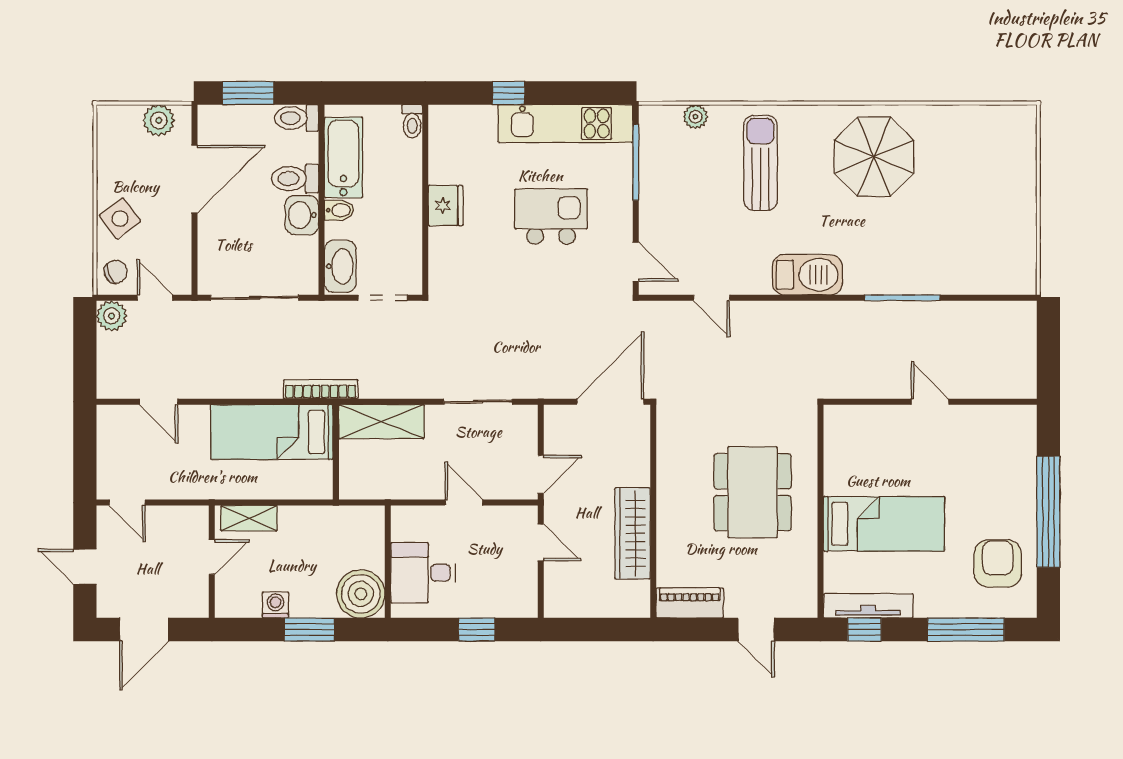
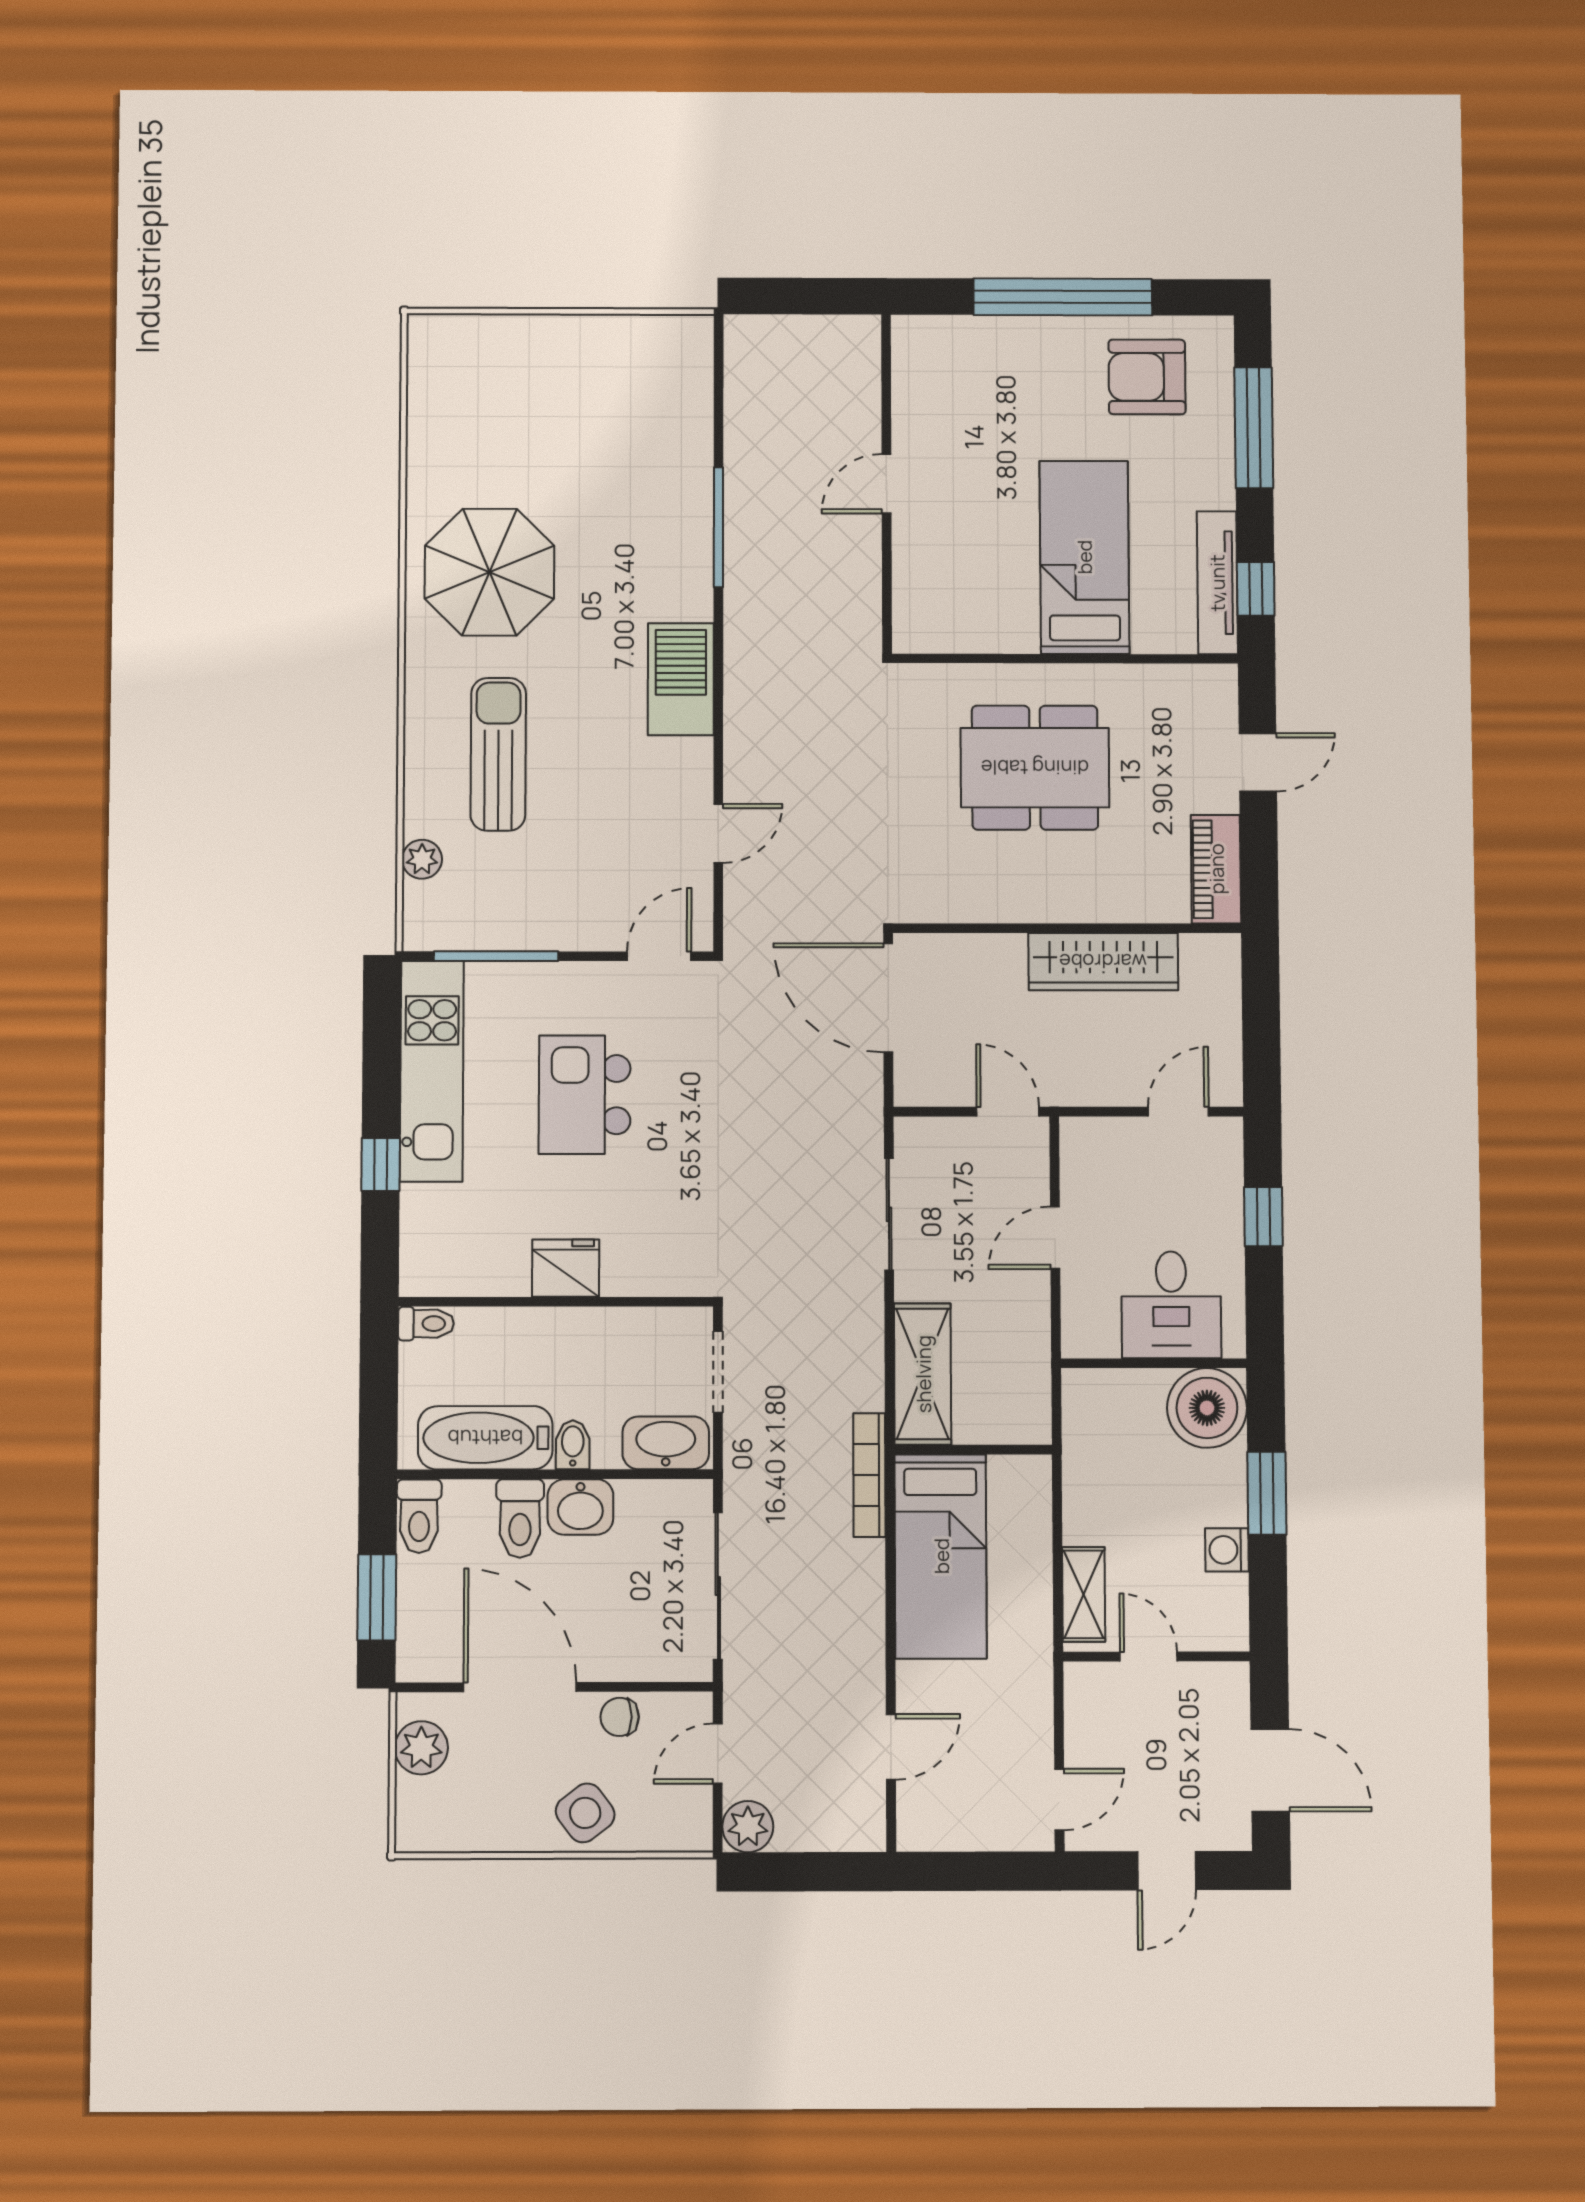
sun lounger: (760, 163) -> (498, 754), turned 90
chair: (116, 272) -> (620, 1717), moved, turned -66
door: (541, 542) -> (1178, 1112), moved

